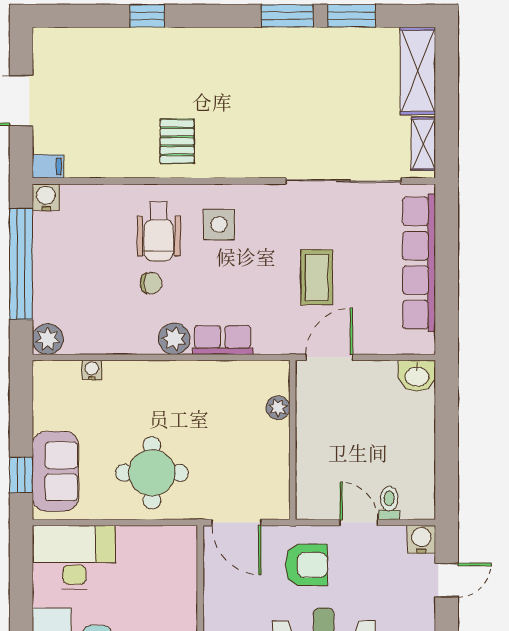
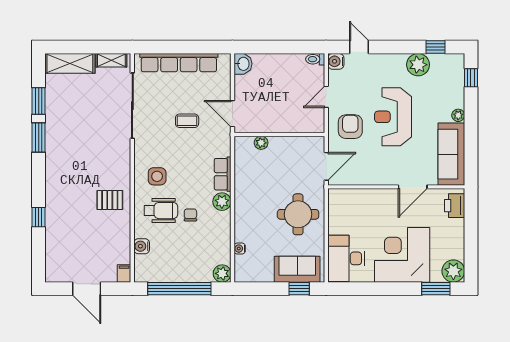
water cooler: (46, 197) -> (142, 246), moved
coffee table: (317, 277) -> (187, 121), width x0.73, depth x0.77
toilet: (389, 503) -> (315, 59), moved

